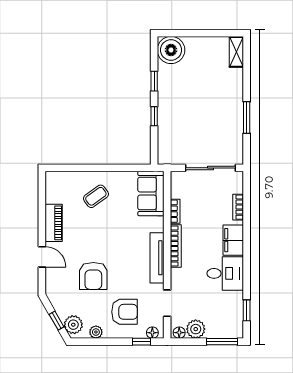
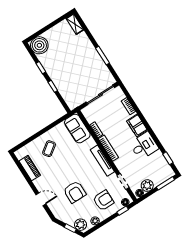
piano: (54, 223) -> (30, 168), moved

